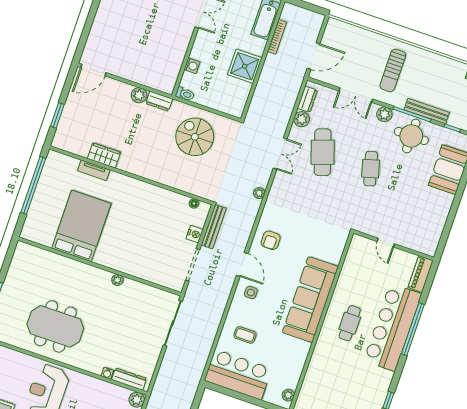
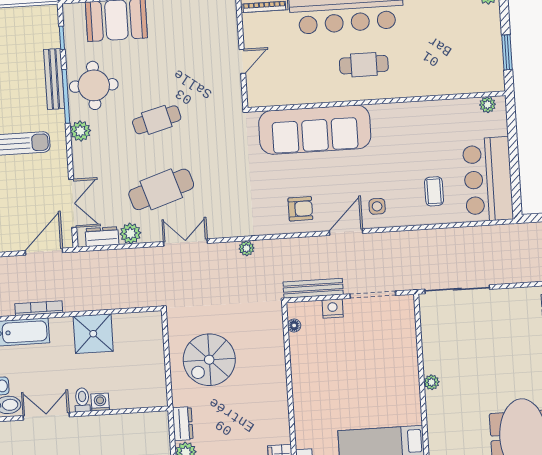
door: (314, 56) -> (44, 252), hinge flipped
washing machine: (192, 66) -> (100, 402), moved
toilet: (185, 94) -> (82, 400), moved
double door: (356, 95) -> (73, 203), moved
sofa: (310, 300) -> (315, 130), moved

